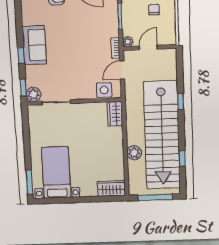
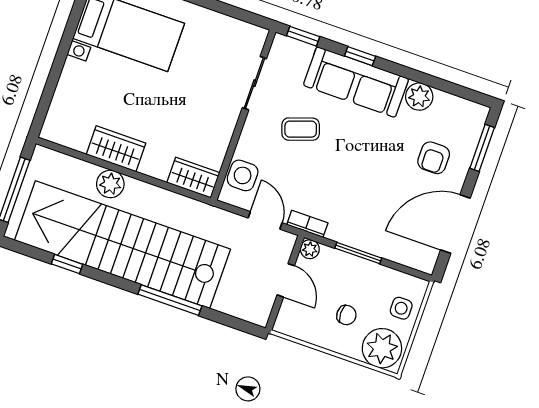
sofa: (34, 45) -> (356, 82), width x1.36
coffee table: (69, 70) -> (301, 129), added
plant: (34, 94) -> (419, 97), moved
window: (181, 101) -> (170, 300), width x2.17
wardrobe: (111, 188) -> (116, 149), moved, turned -90

